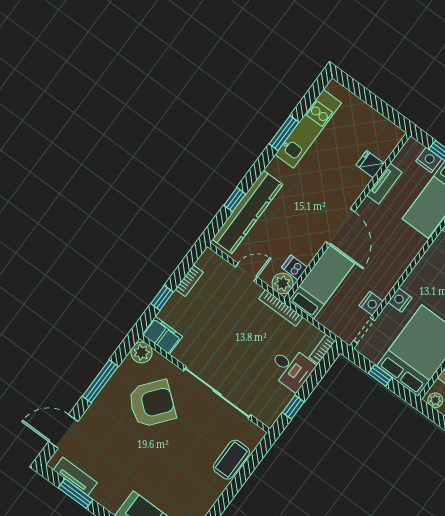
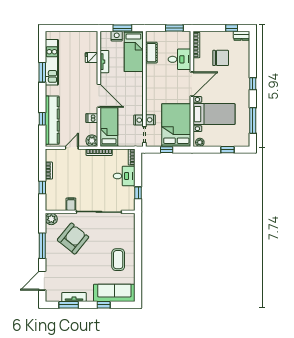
dishwasher: (294, 267) -> (92, 118), moved
nightstand: (400, 300) -> (150, 120), moved
filing cabinet: (162, 335) -> (71, 204), moved, width x0.50
coffee table: (231, 460) -> (118, 260), moved
tv unit: (75, 476) -> (74, 297), moved

